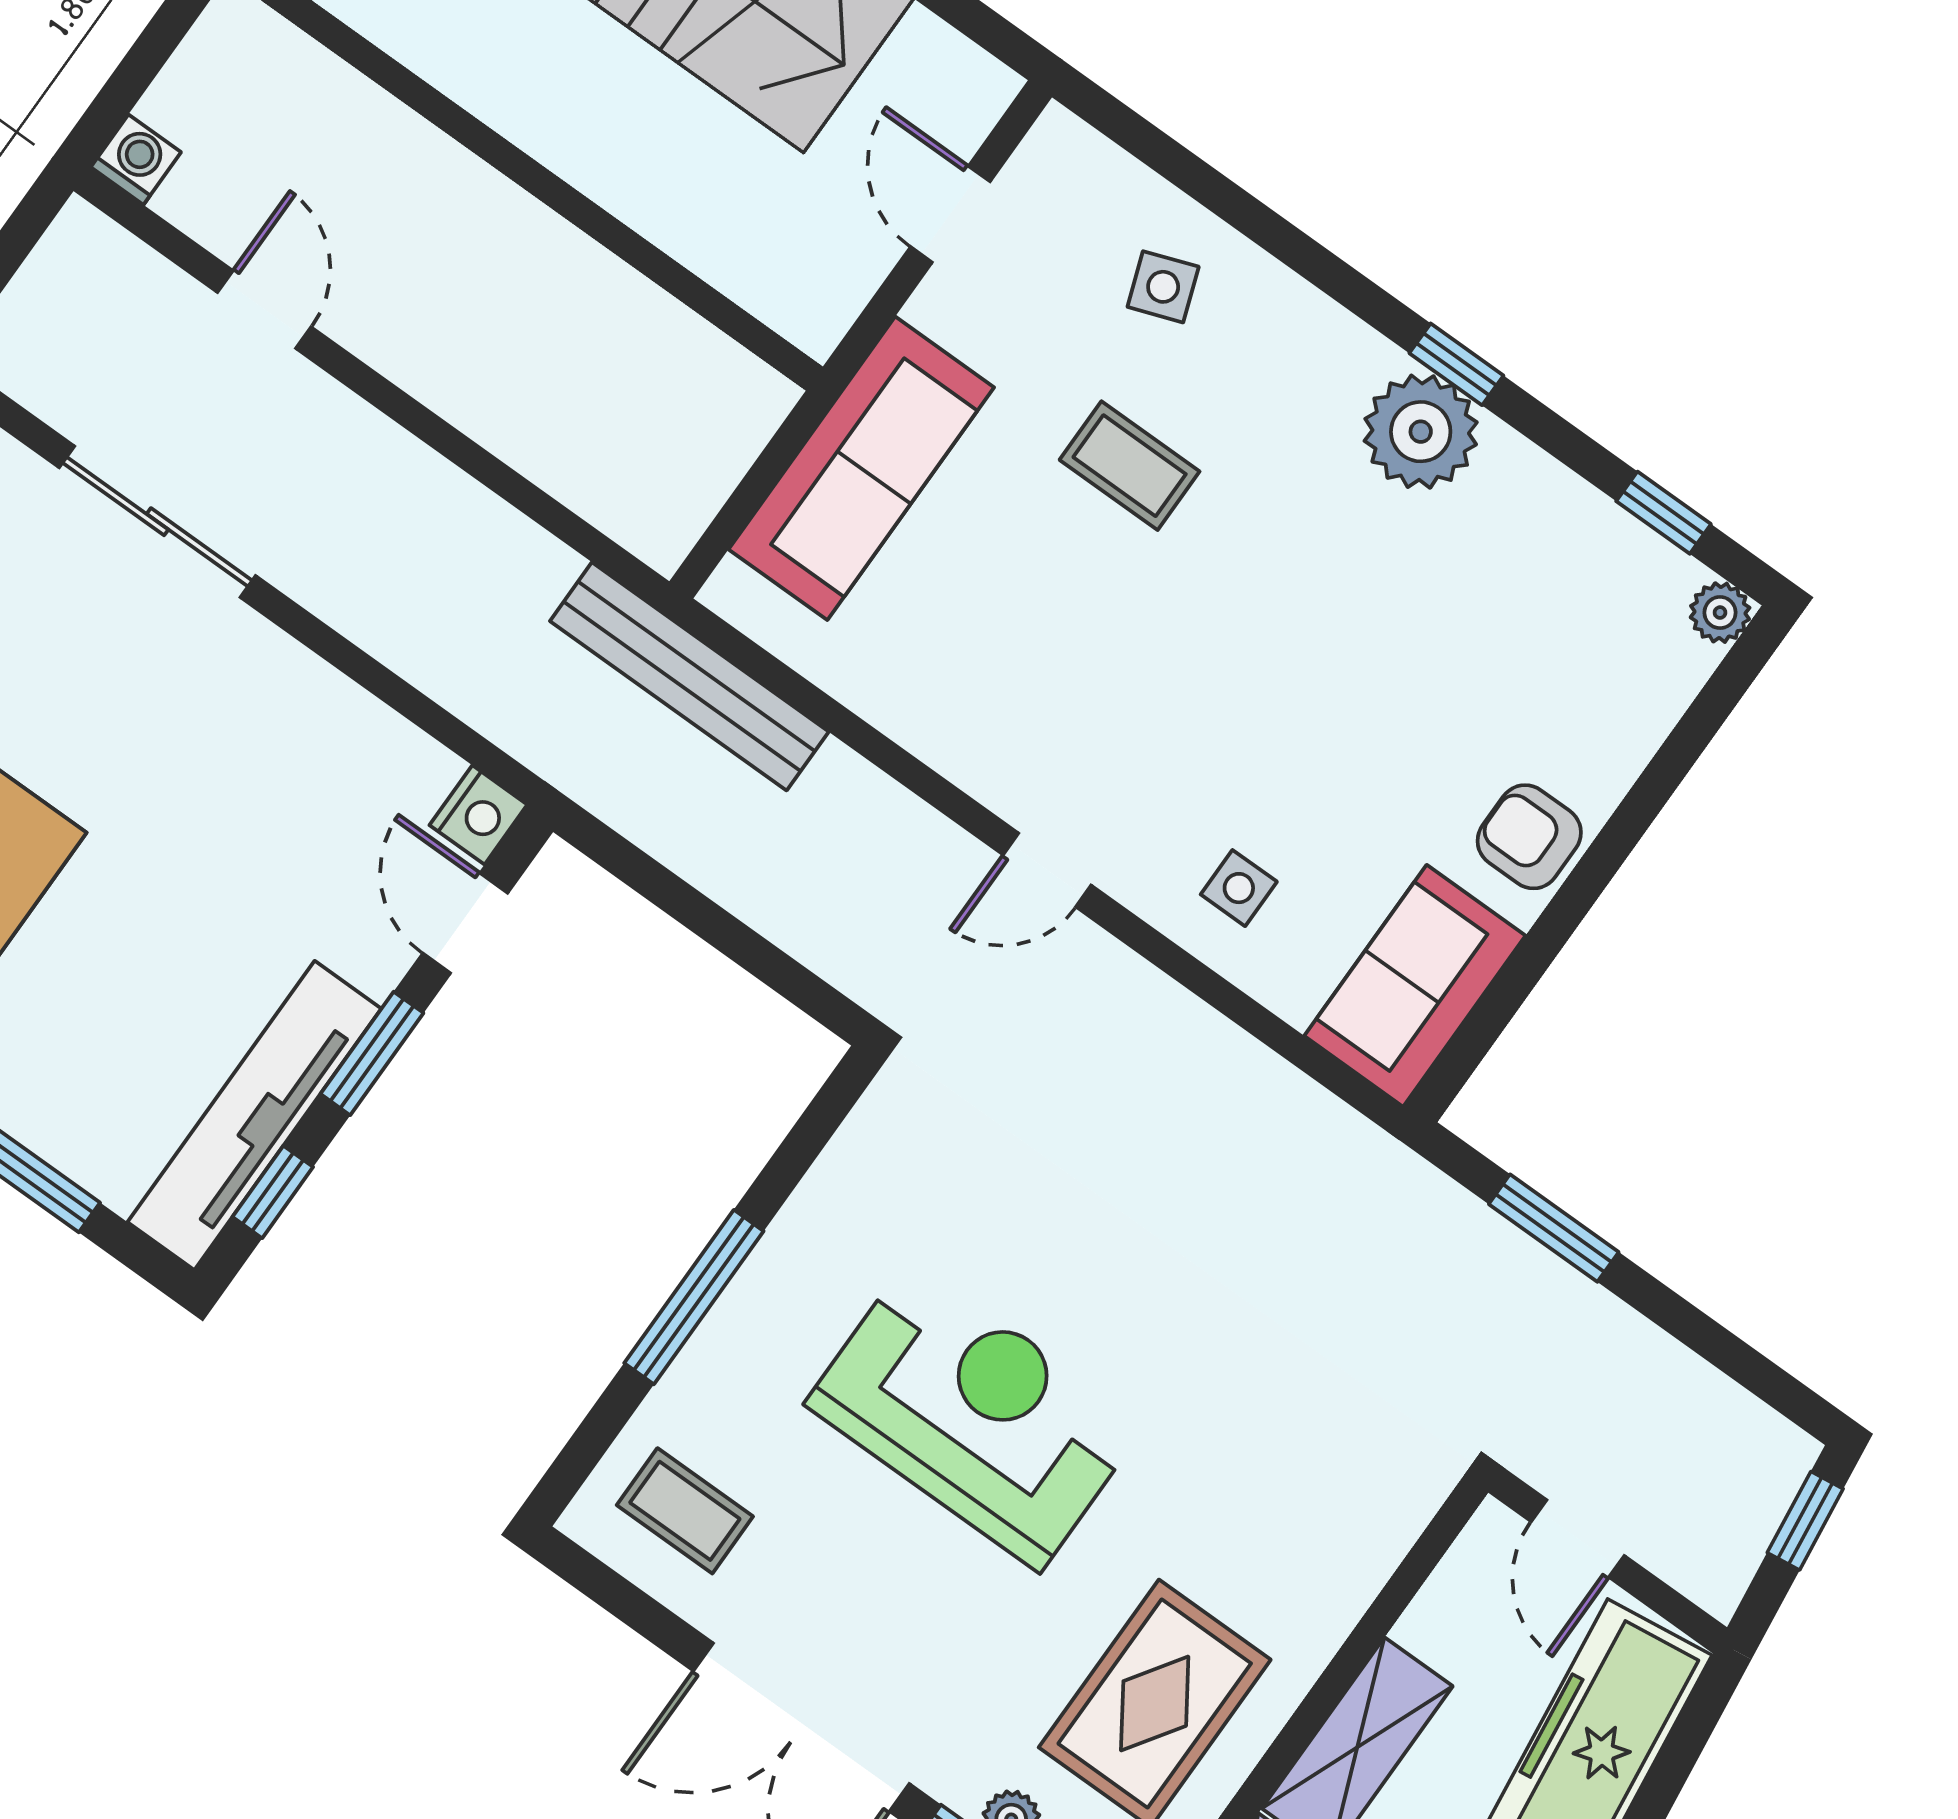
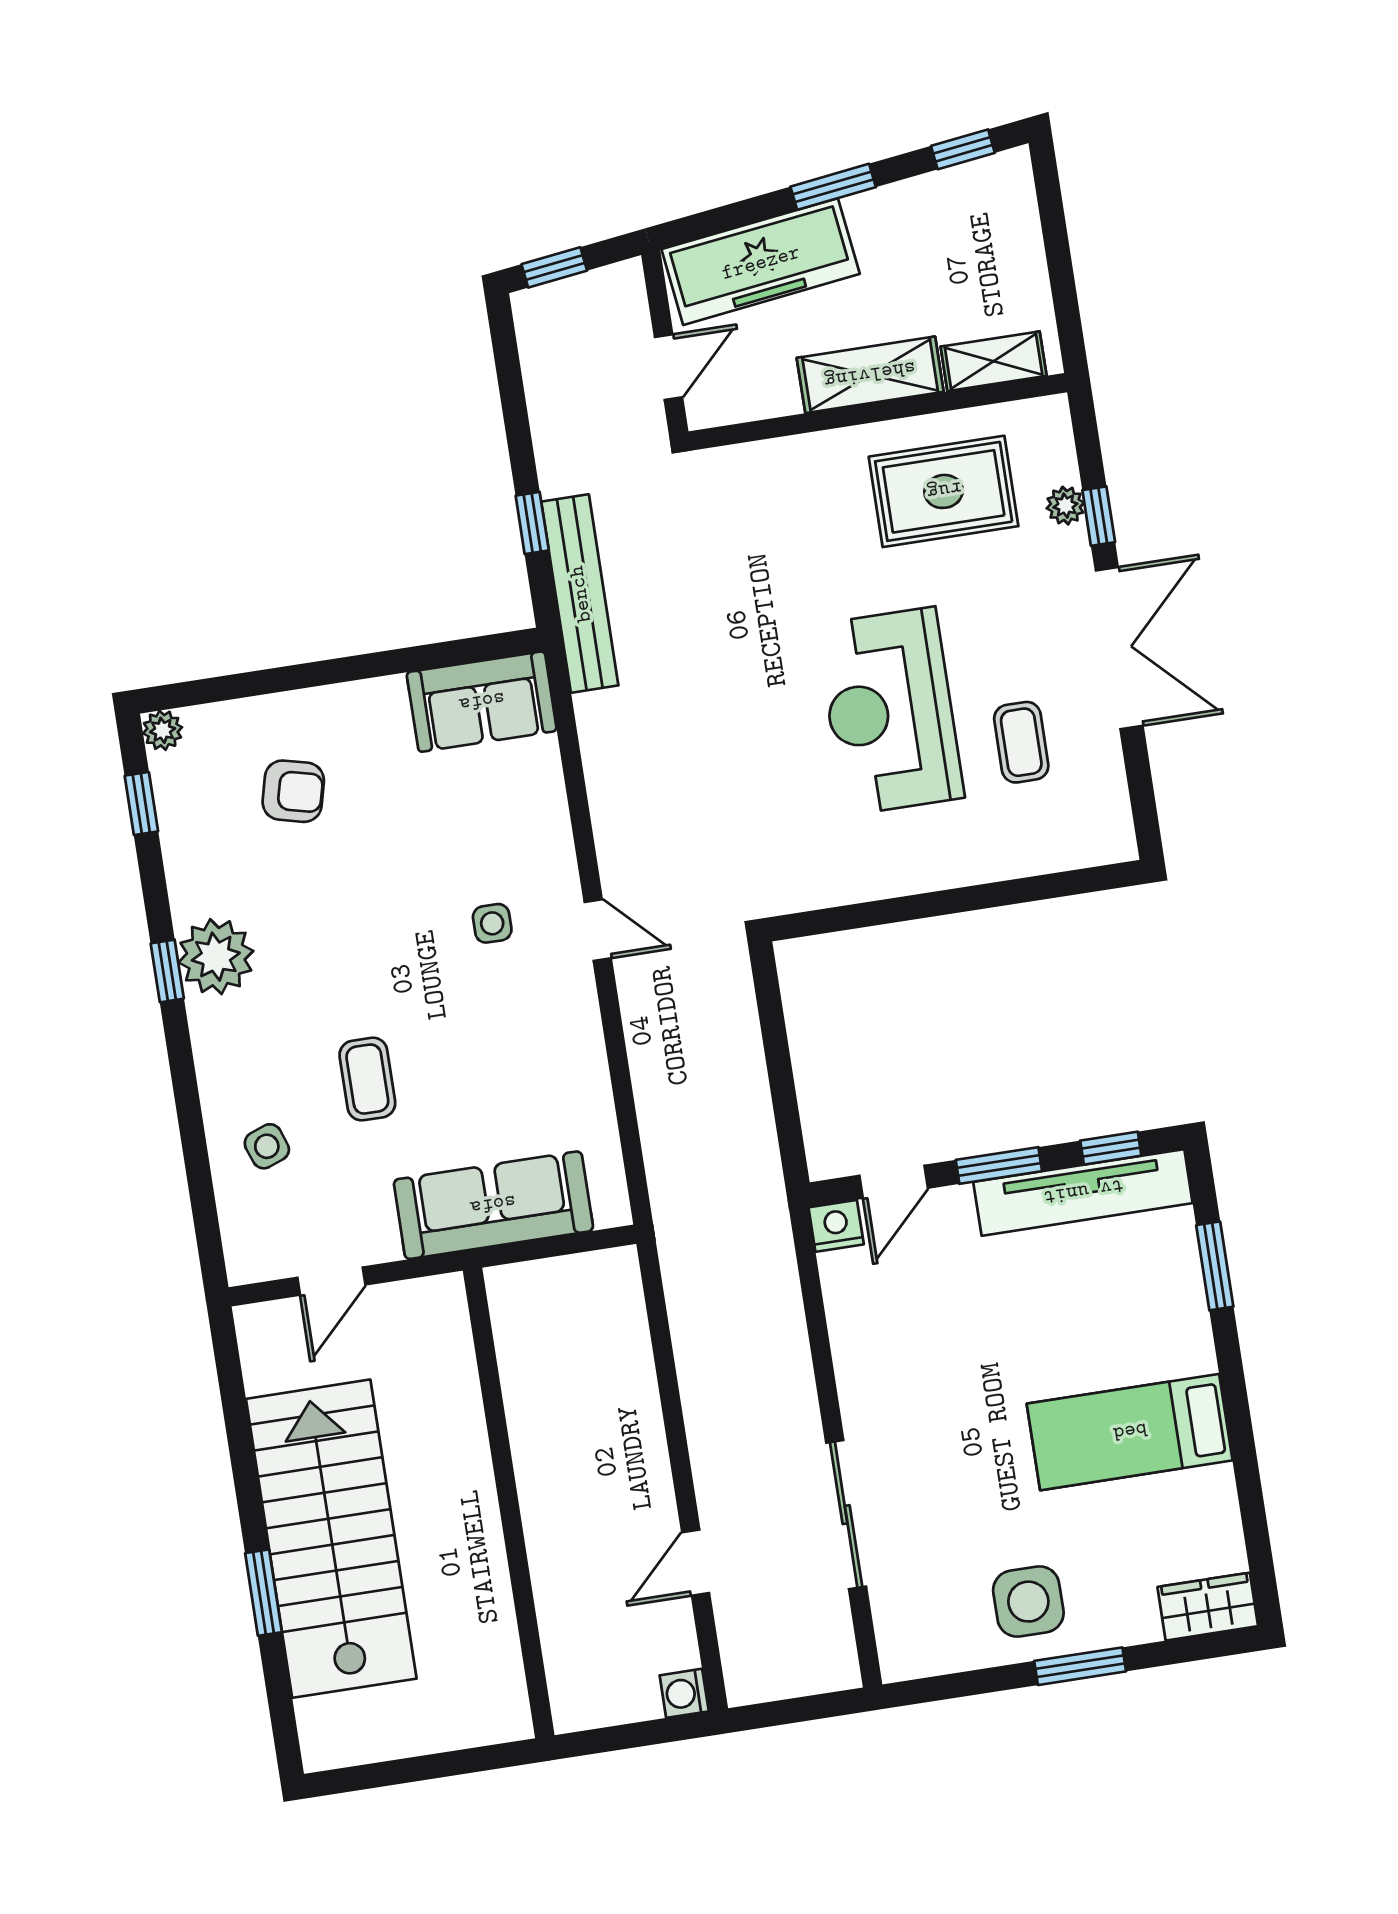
bench: (689, 676) -> (580, 594), moved
armchair: (1529, 837) -> (293, 791), moved, turned -76
side table: (1239, 888) -> (492, 923), moved
window: (1554, 1228) -> (532, 523), width x0.67
window: (694, 1297) -> (965, 899), removed
coffee table: (685, 1511) -> (1021, 742), moved

